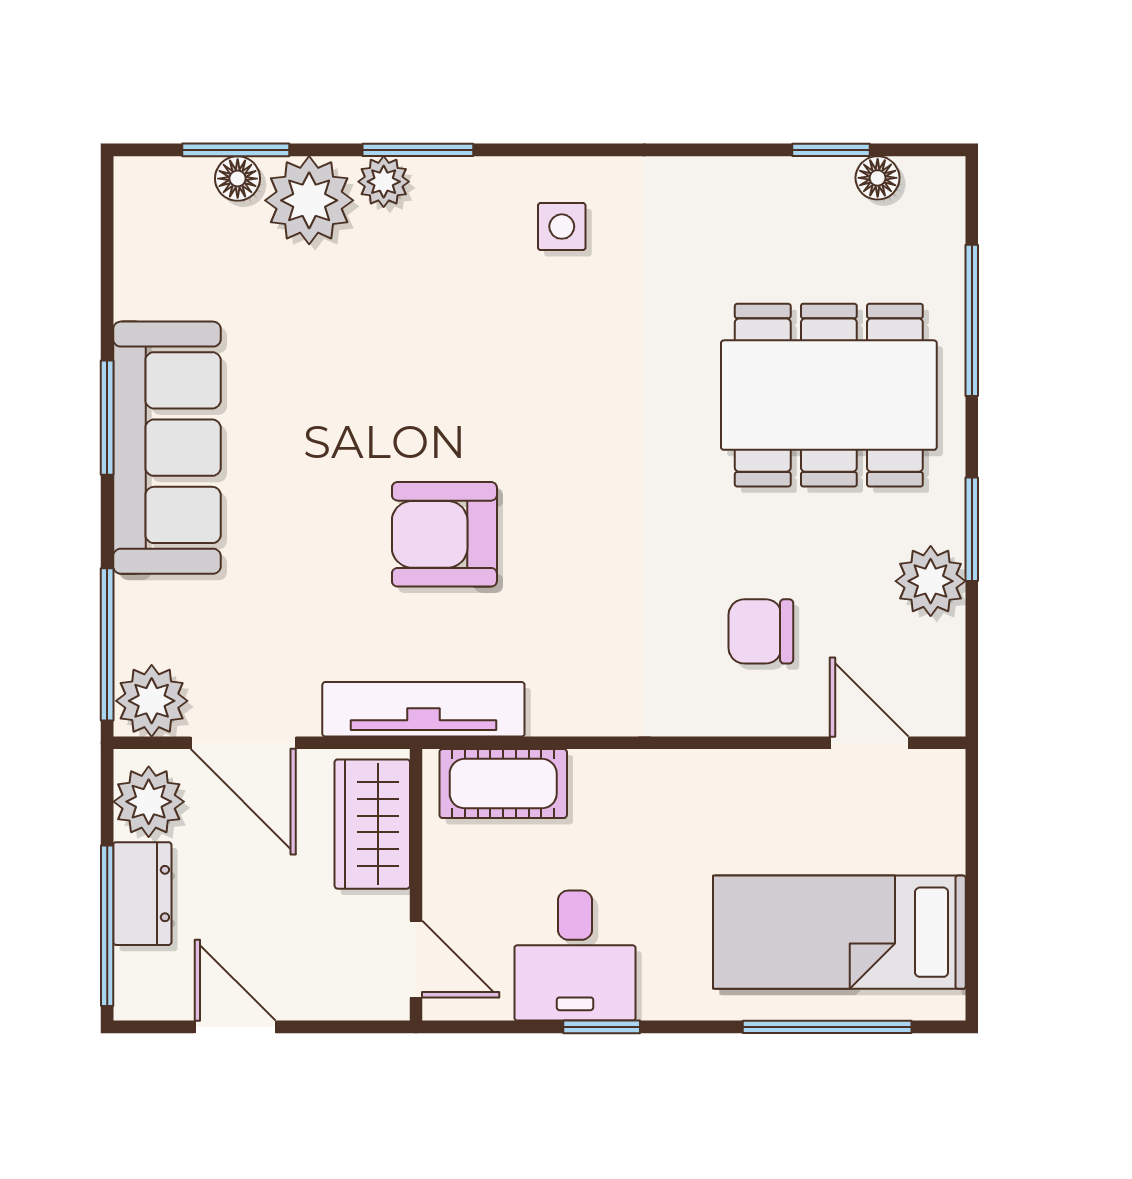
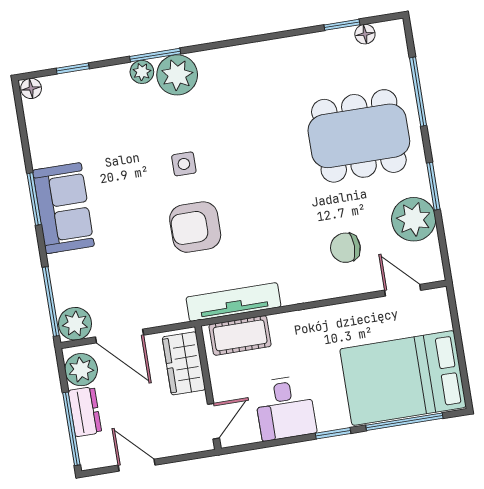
window: (236, 150) -> (73, 68), width x0.67
floor lamp: (238, 179) -> (31, 88), moved
plant: (309, 200) -> (177, 75), moved
side table: (562, 227) -> (184, 164), moved
sofa: (167, 448) -> (63, 208), width x0.73
plant: (931, 581) -> (414, 219), width x1.36, depth x1.36
tv unit: (423, 709) -> (233, 302), moved
bed: (839, 932) -> (403, 378), width x1.50
door: (416, 959) -> (213, 421), hinge flipped
window: (602, 1027) -> (333, 433), moved

